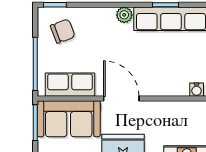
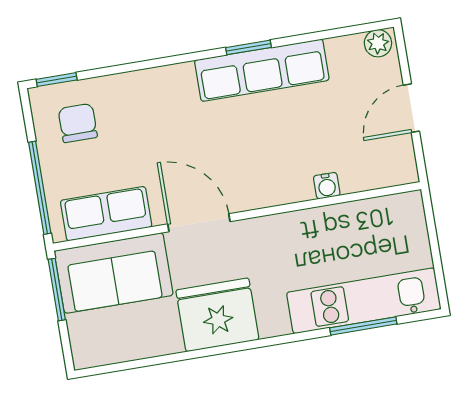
plant: (124, 15) -> (180, 77), removed
chair: (63, 31) -> (78, 123), turned -69

